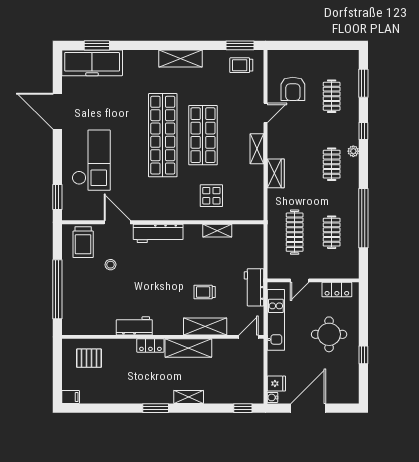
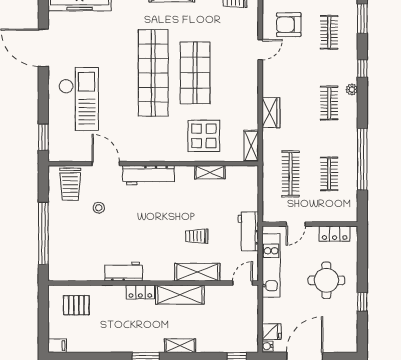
armchair: (293, 89) -> (289, 25), turned 90
shelving: (257, 149) -> (251, 146), moved
display table: (211, 196) -> (204, 136), width x1.36, depth x1.36

